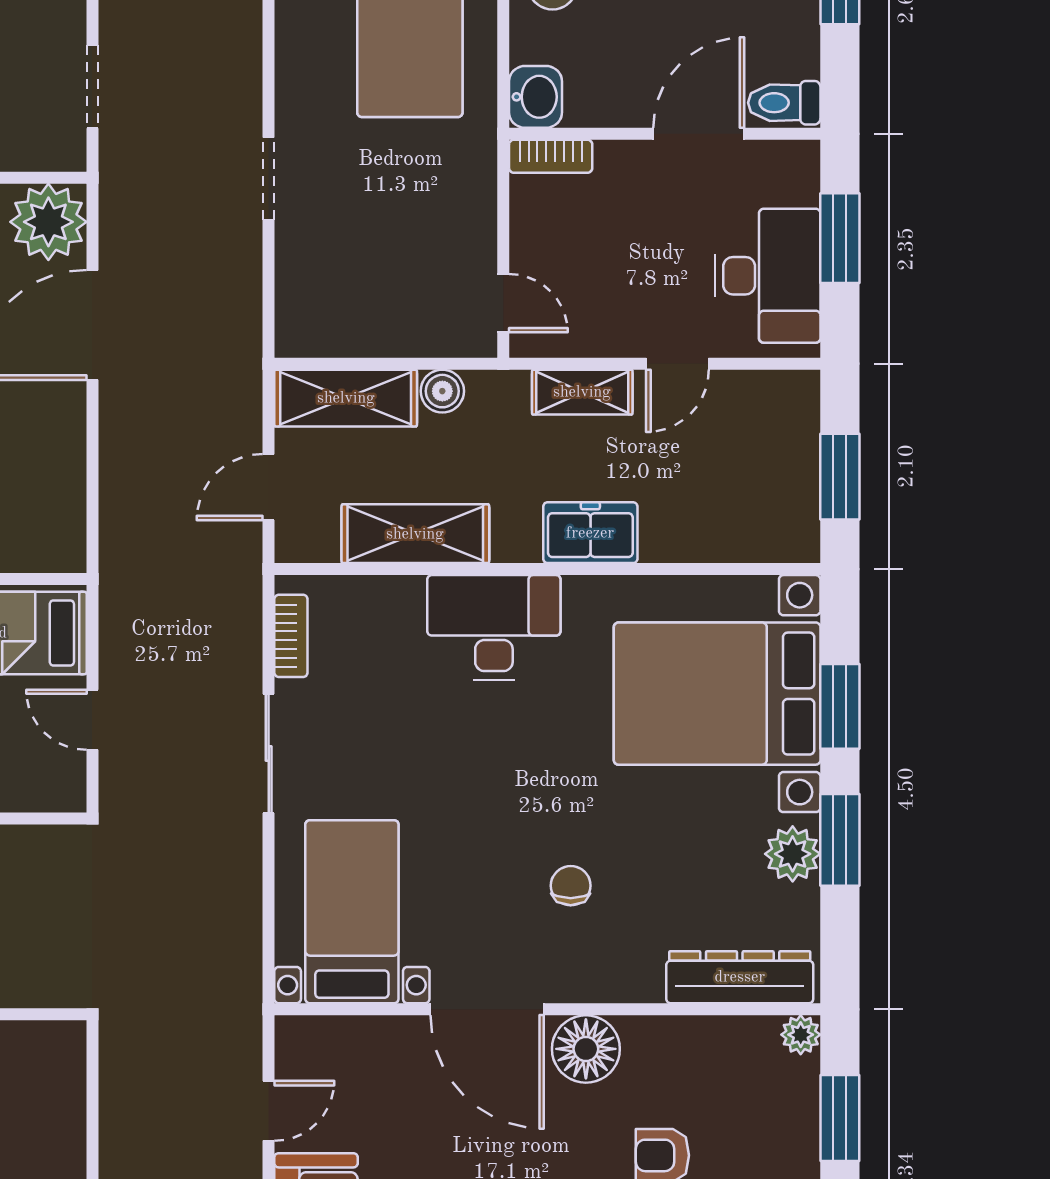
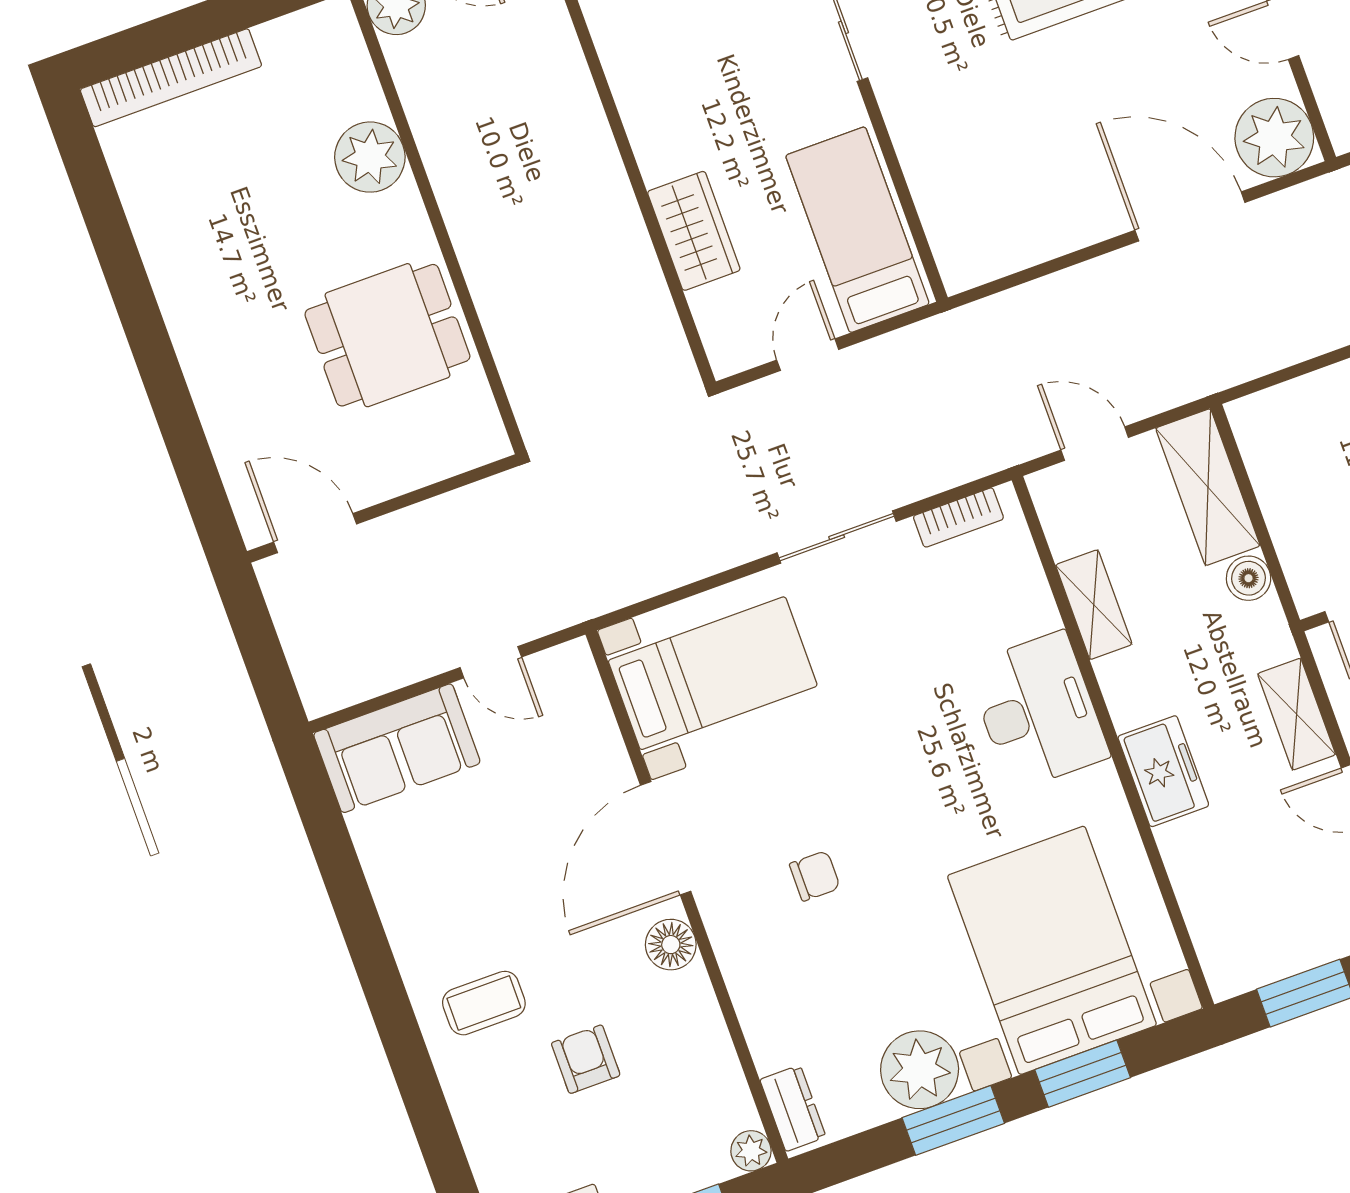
shelving: (415, 534) -> (1094, 605), width x0.67, depth x0.75
plant: (793, 854) -> (920, 1070), width x1.36, depth x1.36
dresser: (740, 977) -> (793, 1108), width x0.51, depth x0.80
floor lamp: (586, 1049) -> (671, 945), width x0.73, depth x0.73

